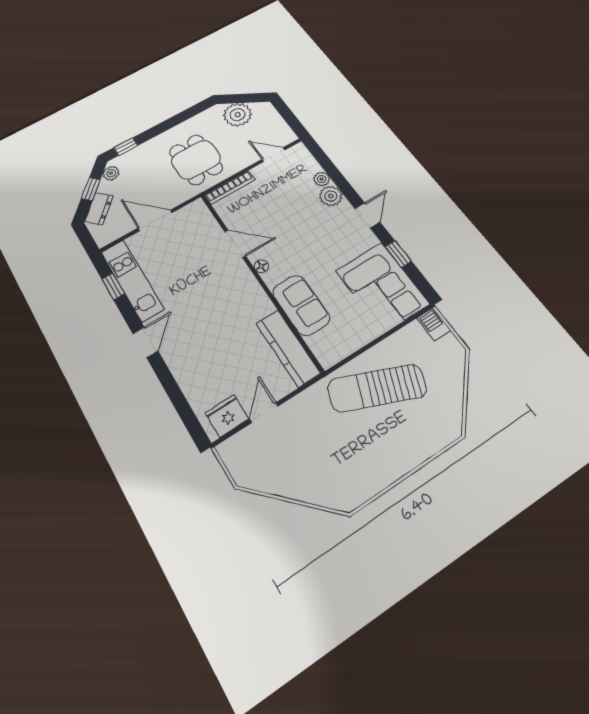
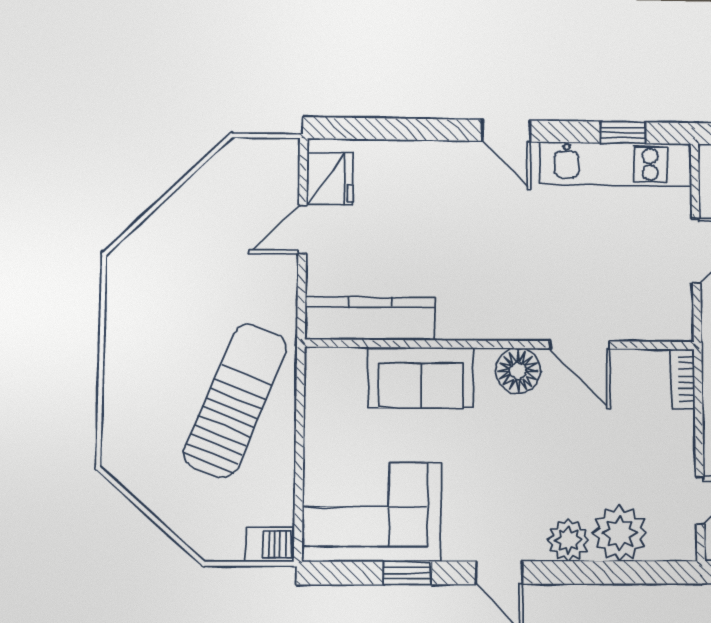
plant: (322, 179) -> (620, 533), width x1.88, depth x1.88
bookcase: (230, 187) -> (683, 379), width x0.64
door: (235, 244) -> (580, 345), hinge flipped
floor lamp: (261, 266) -> (518, 371), width x1.89, depth x1.89
door: (264, 413) -> (302, 230), swing flipped

